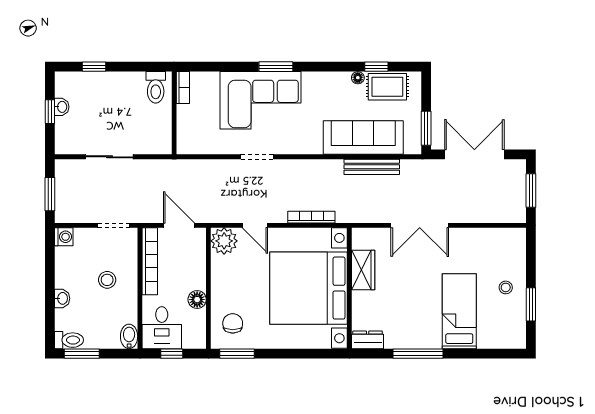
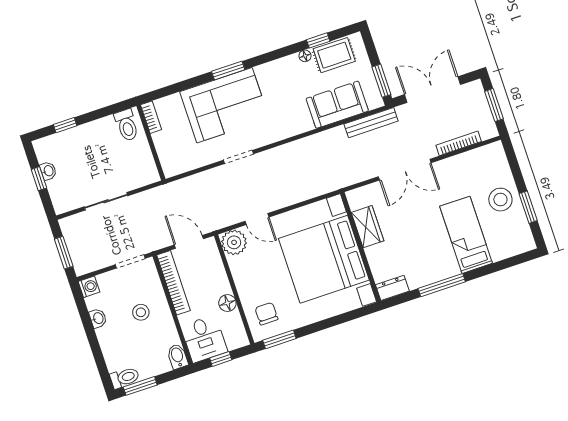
sofa: (363, 138) -> (337, 105), width x0.73
bench: (372, 167) -> (371, 123), moved
bookcase: (311, 217) -> (459, 143), moved
stool: (506, 287) -> (500, 200), width x1.89, depth x1.89
washbasin: (62, 298) -> (98, 318), moved

